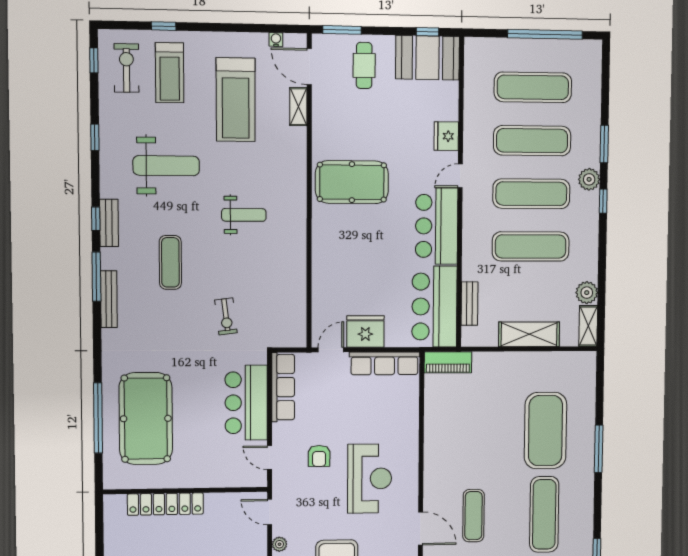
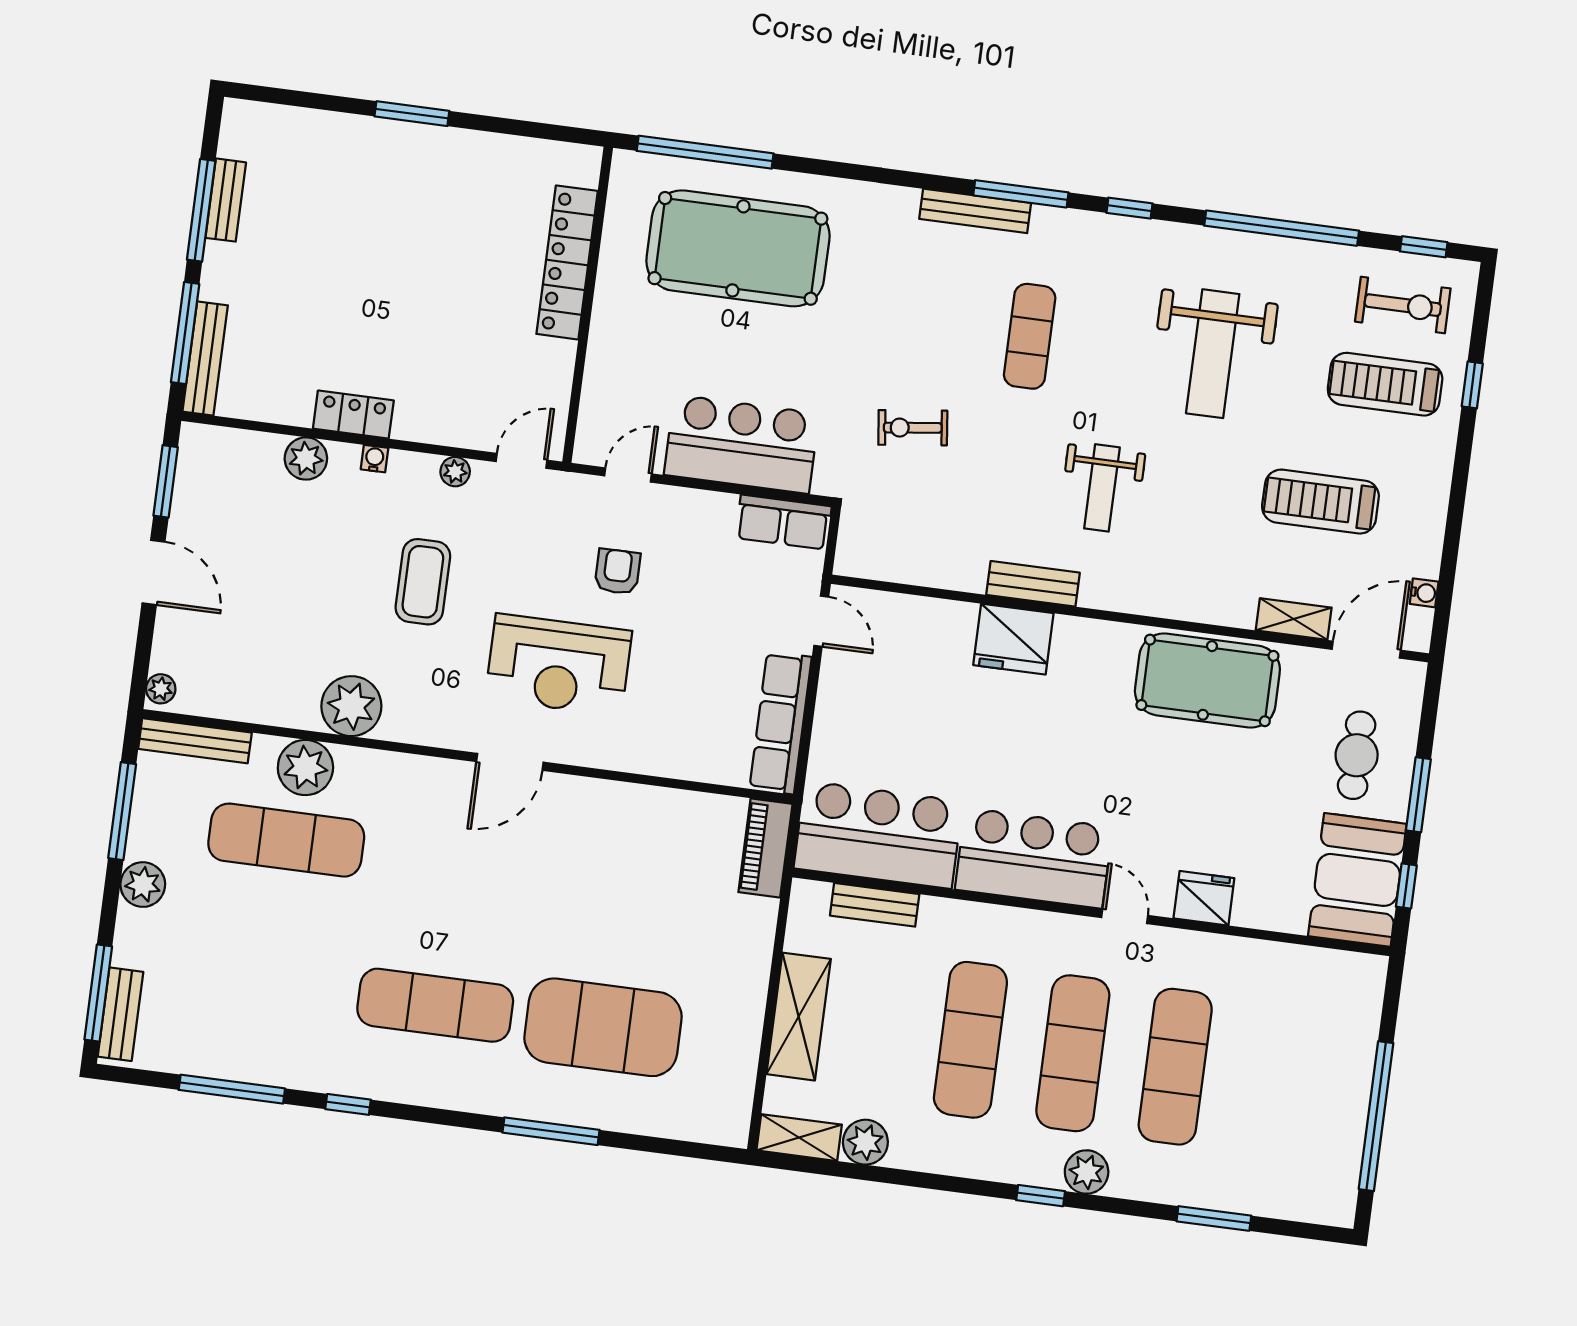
window: (342, 30) -> (1418, 795), moved
cafe table: (364, 65) -> (1357, 755), turned 90
exercise mat: (533, 87) -> (1278, 1080), removed
treadmill: (236, 100) -> (1320, 502), width x0.73, depth x0.73
window: (95, 137) -> (1282, 228), width x3.17
window: (604, 144) -> (1214, 1218), moved
pool table: (352, 182) -> (1207, 680), moved, turned 90
bench: (109, 223) -> (1033, 584), moved
exercise mat: (170, 262) -> (1030, 336), turned 90
fridge: (365, 332) -> (1013, 639), moved, turned 90
row of seats: (283, 387) -> (783, 522), width x0.68
window: (98, 418) -> (705, 152), moved
armchair: (319, 456) -> (617, 572), turned 90
exercise mat: (473, 516) -> (454, 862), removed
door: (421, 529) -> (510, 762), moved

